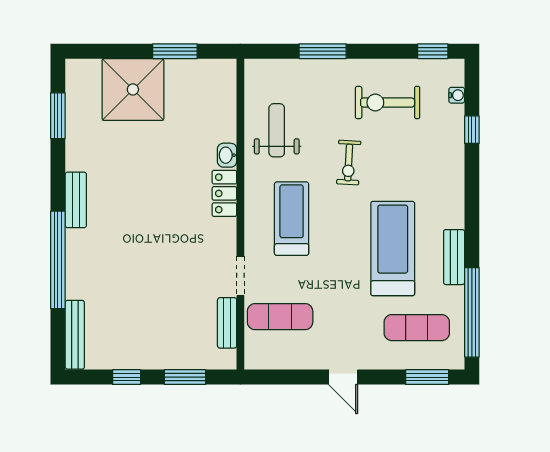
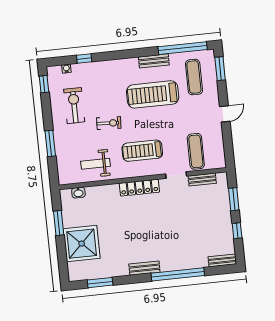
exercise bike: (388, 102) -> (74, 106), turned 180
washbasin: (227, 155) -> (78, 193), moved
locker: (224, 193) -> (139, 188), width x1.53
bench: (75, 335) -> (222, 260), width x0.73

